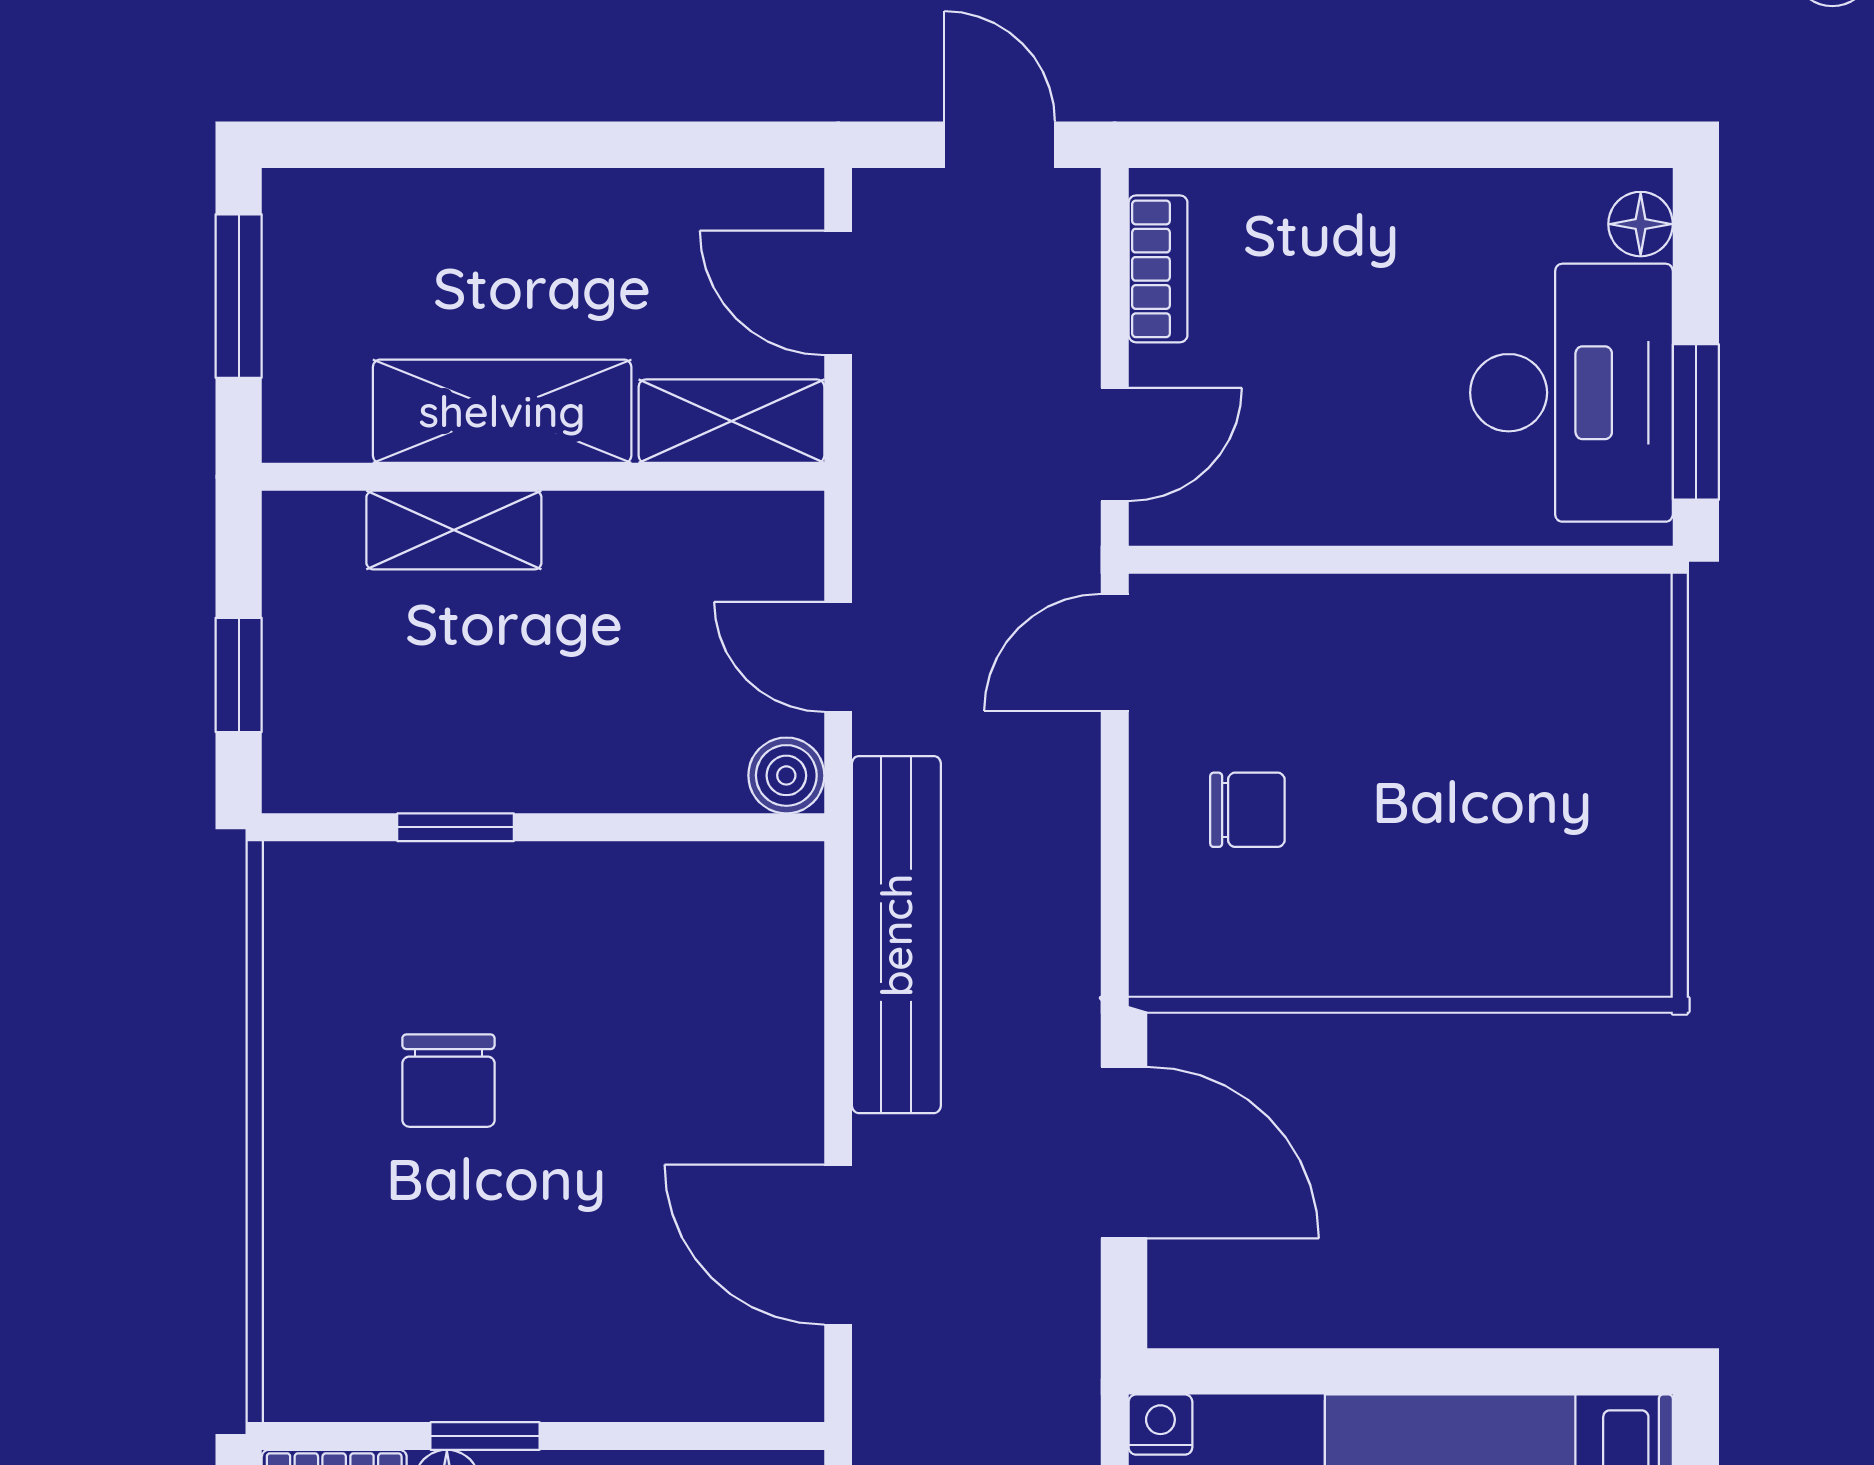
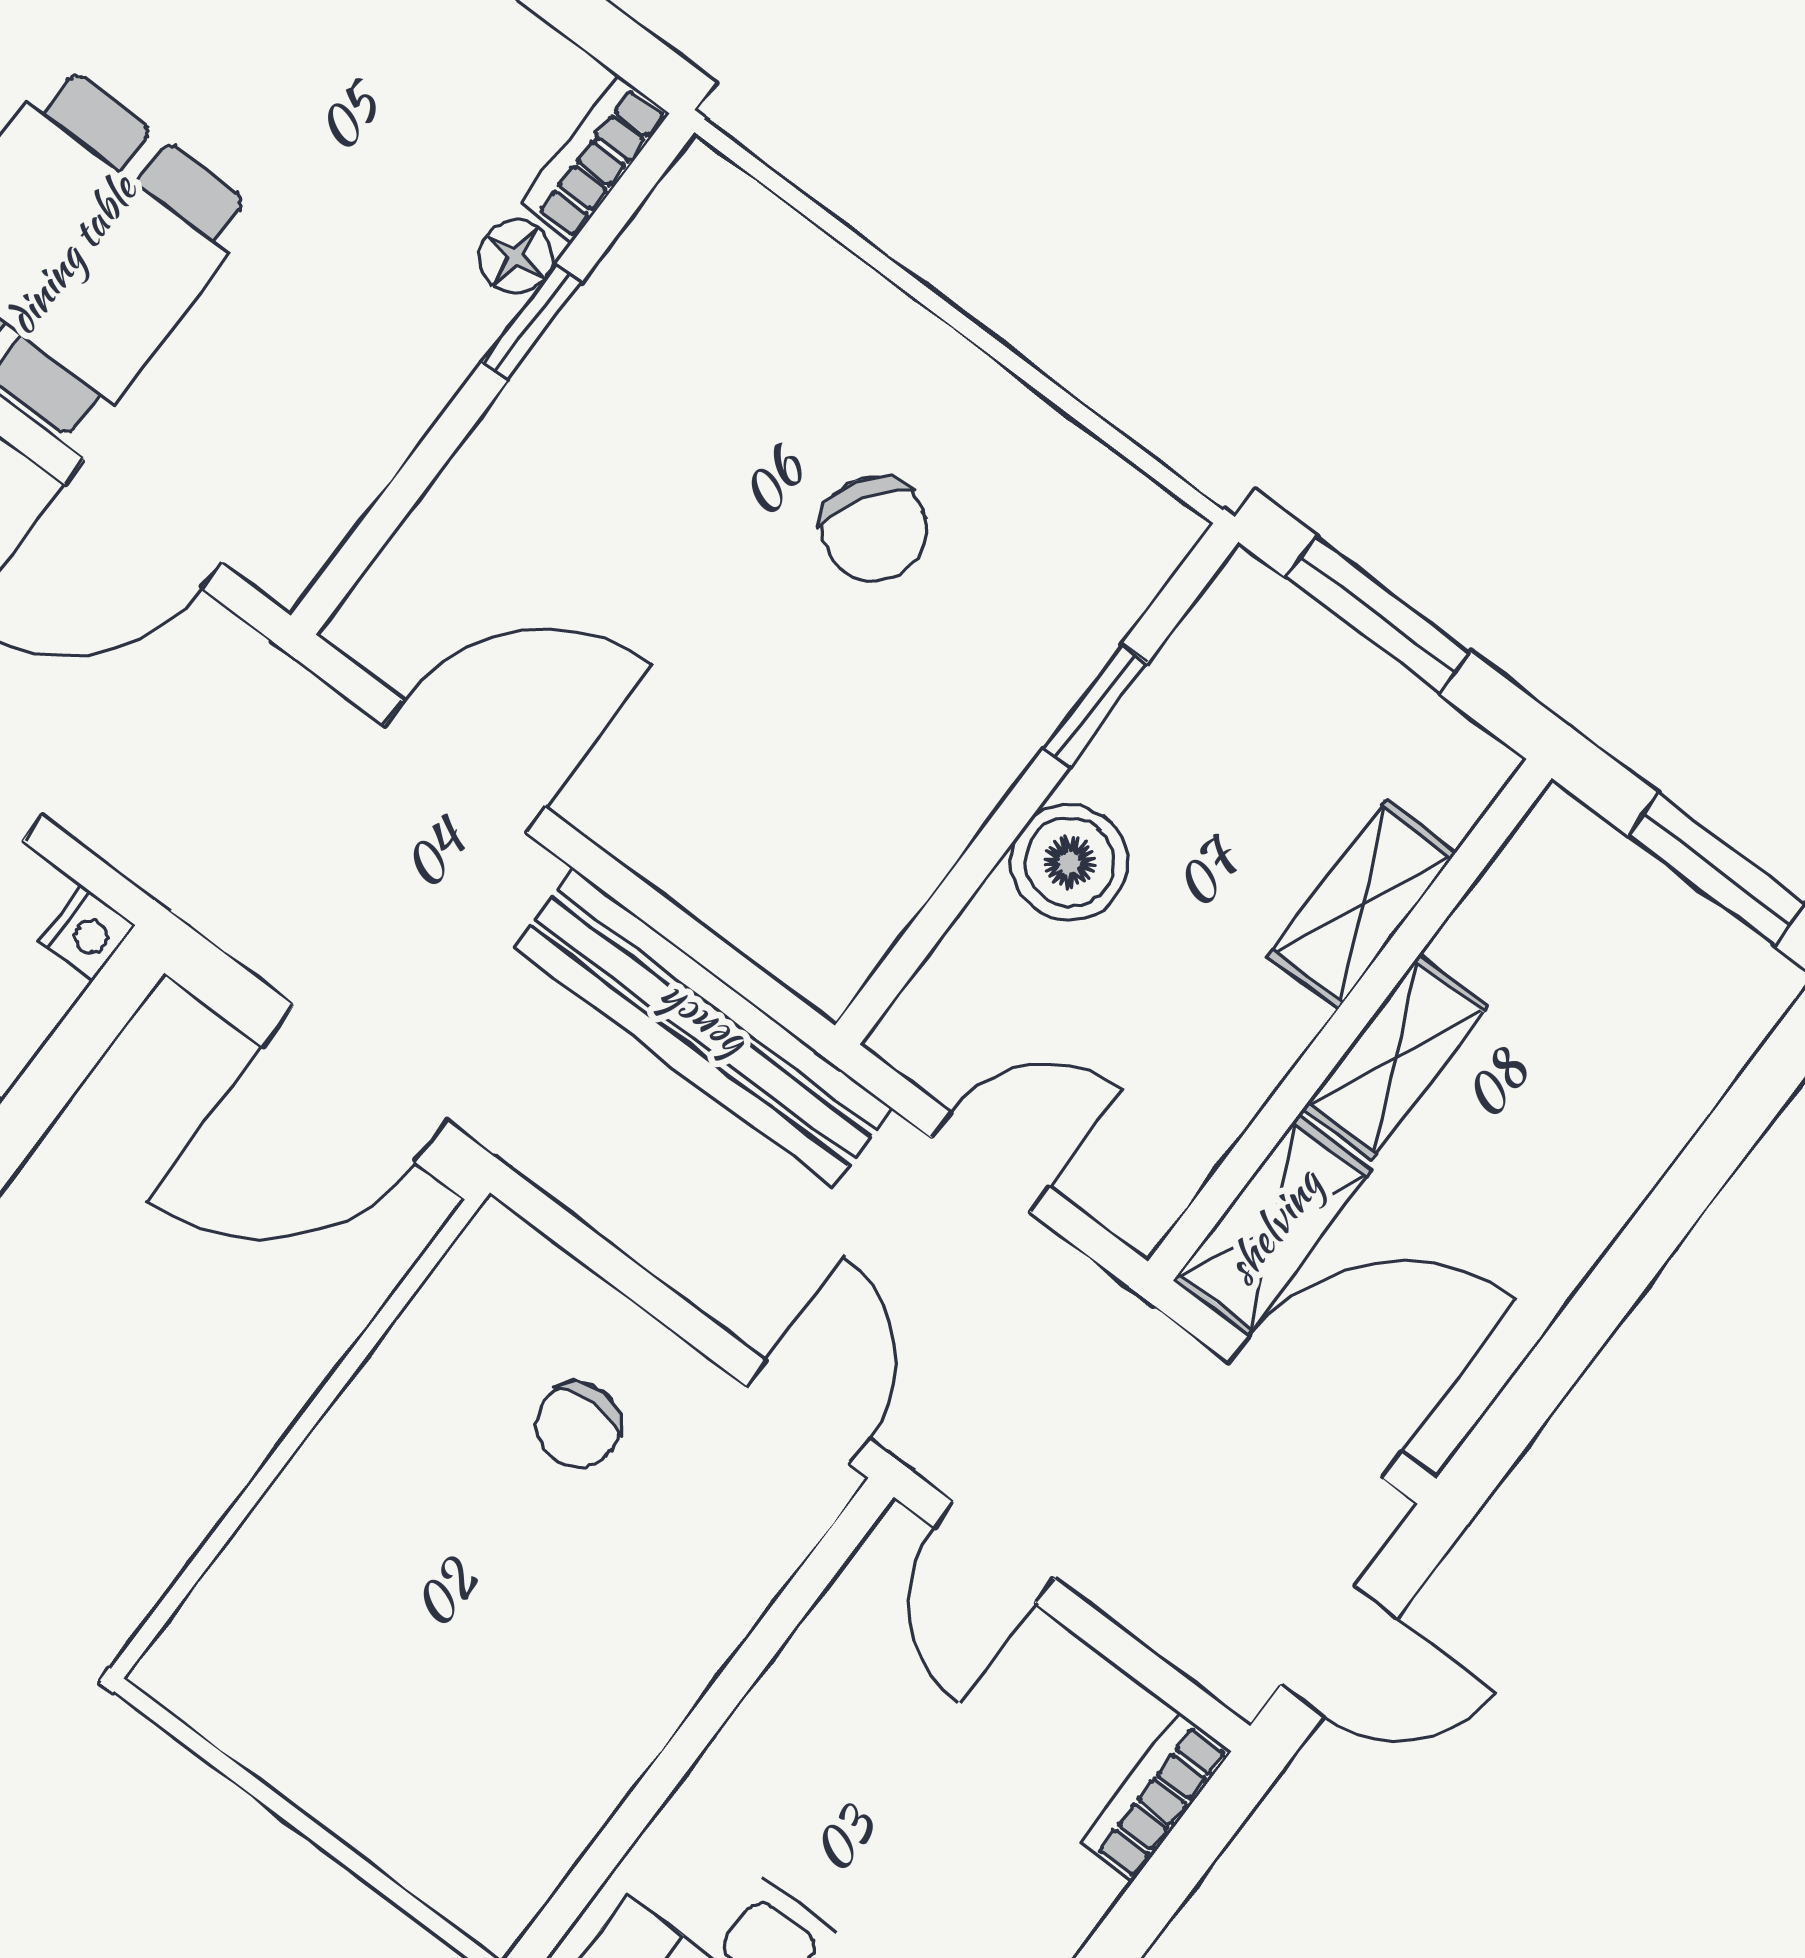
bookcase: (1158, 269) -> (1156, 1797), moved, turned 90
door: (838, 293) -> (1315, 1407), width x1.38
shelving: (502, 411) -> (1395, 1057), width x0.67, depth x0.75
window: (239, 675) -> (1378, 614), width x1.50
boiler: (786, 775) -> (1069, 862), moved, width x1.36, depth x1.36
chair: (448, 1081) -> (874, 529), turned -148

